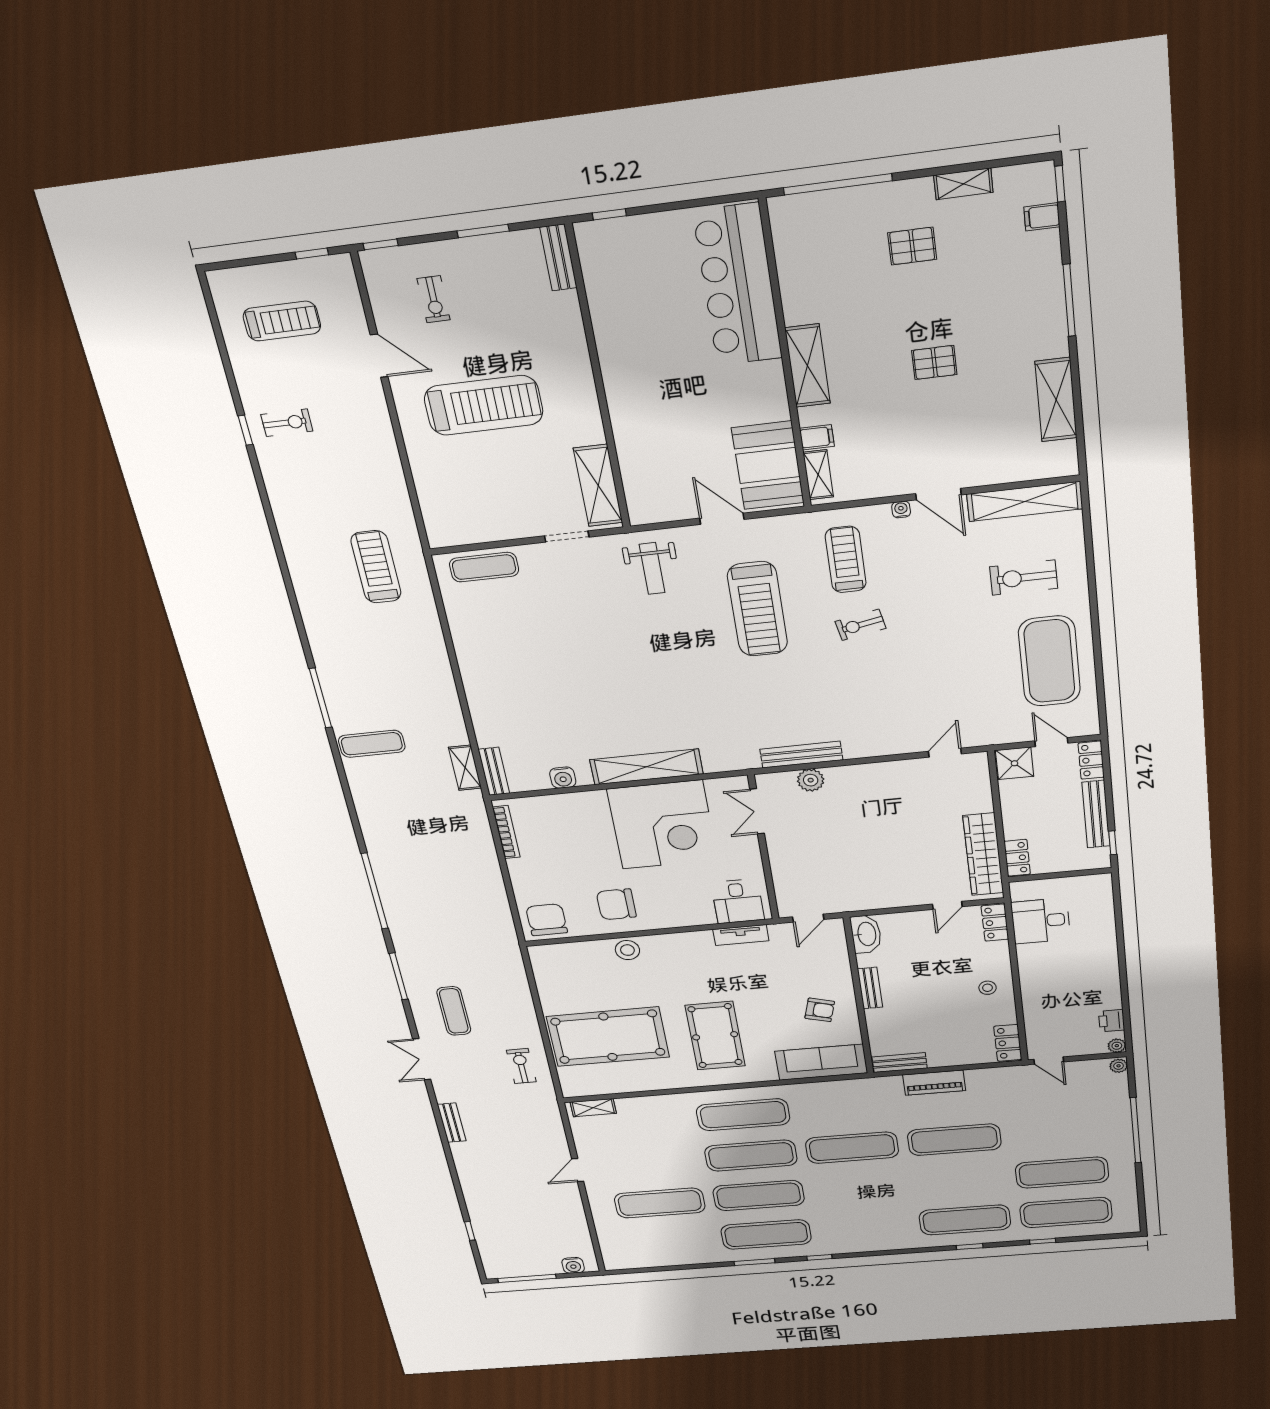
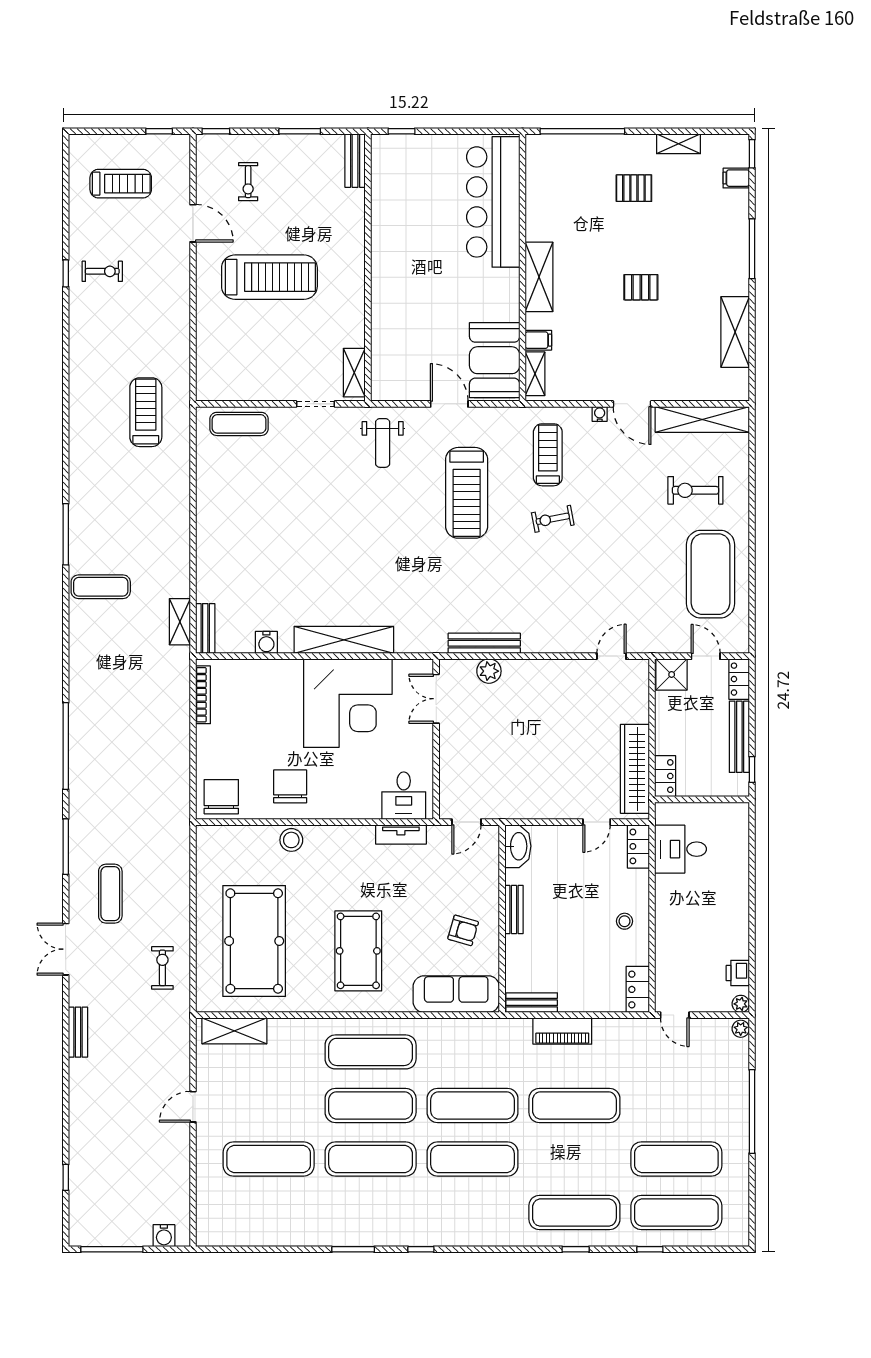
shelving: (598, 486) -> (354, 373), width x0.67, depth x0.75
chair: (616, 904) -> (290, 786), turned 90
pool table: (608, 1037) -> (254, 941), turned 90
shelving: (593, 1108) -> (234, 1031), width x1.50, depth x1.33
exercise mat: (766, 1235) -> (472, 1159), moved

